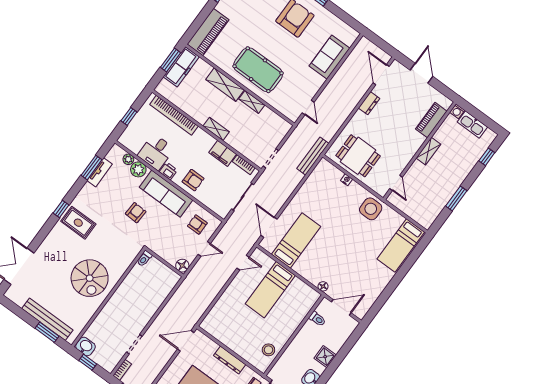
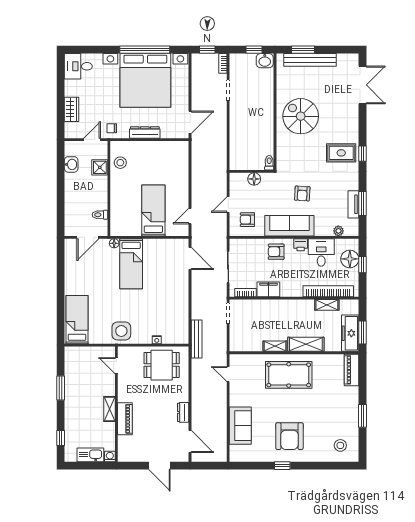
piano: (208, 32) -> (352, 370), width x0.73, depth x0.75
piano: (431, 120) -> (125, 419), moved
floor lamp: (136, 129) -> (350, 259), added
shelving: (216, 129) -> (327, 305), moved
plant: (138, 169) -> (325, 229), removed
armchair: (197, 224) -> (247, 220), turned 180
bed: (296, 240) -> (131, 264), moved
floor lamp: (182, 266) -> (254, 179), moved
shower: (325, 357) -> (100, 167), moved

